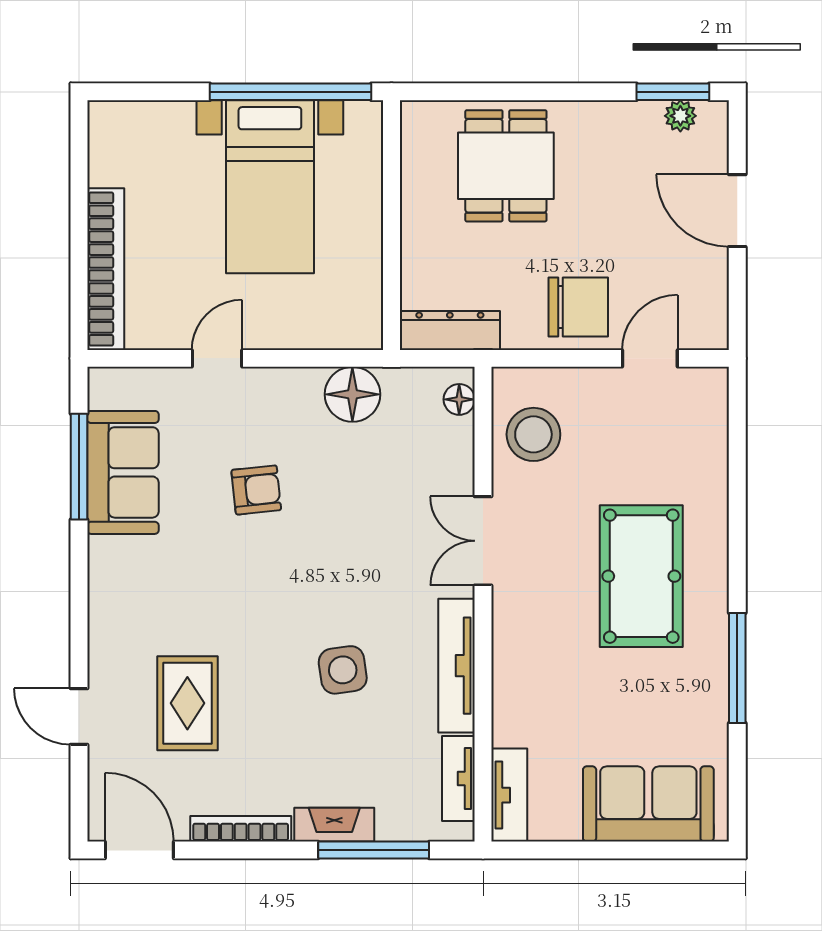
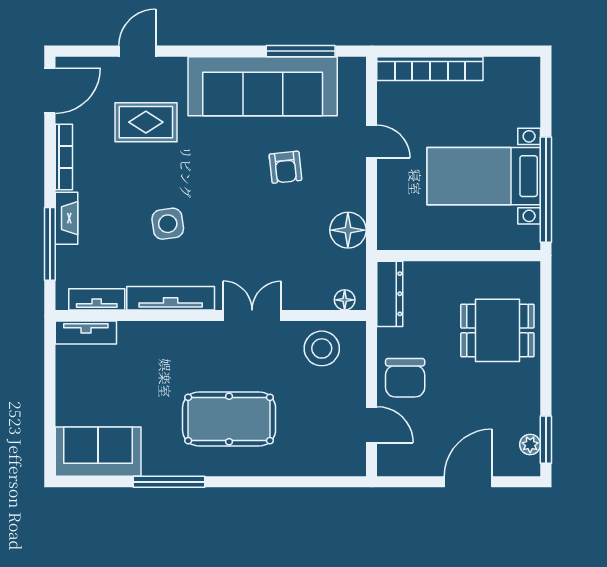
sofa: (123, 472) -> (263, 86), width x1.85, depth x1.27
sofa: (648, 804) -> (98, 452), moved, turned -90

